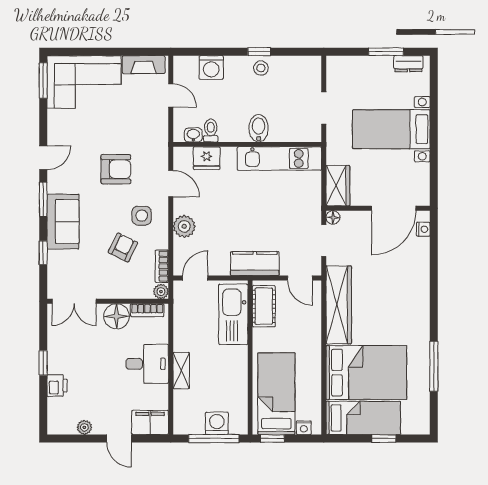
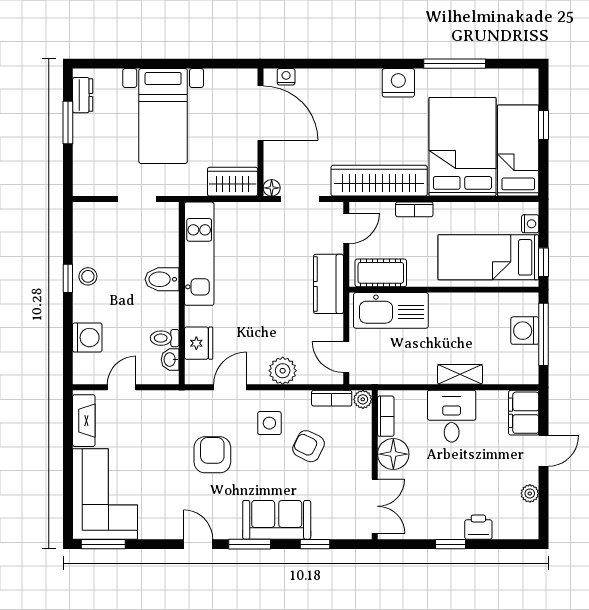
nightstand: (418, 320) -> (398, 83), added
bookcase: (315, 333) -> (414, 209), added

